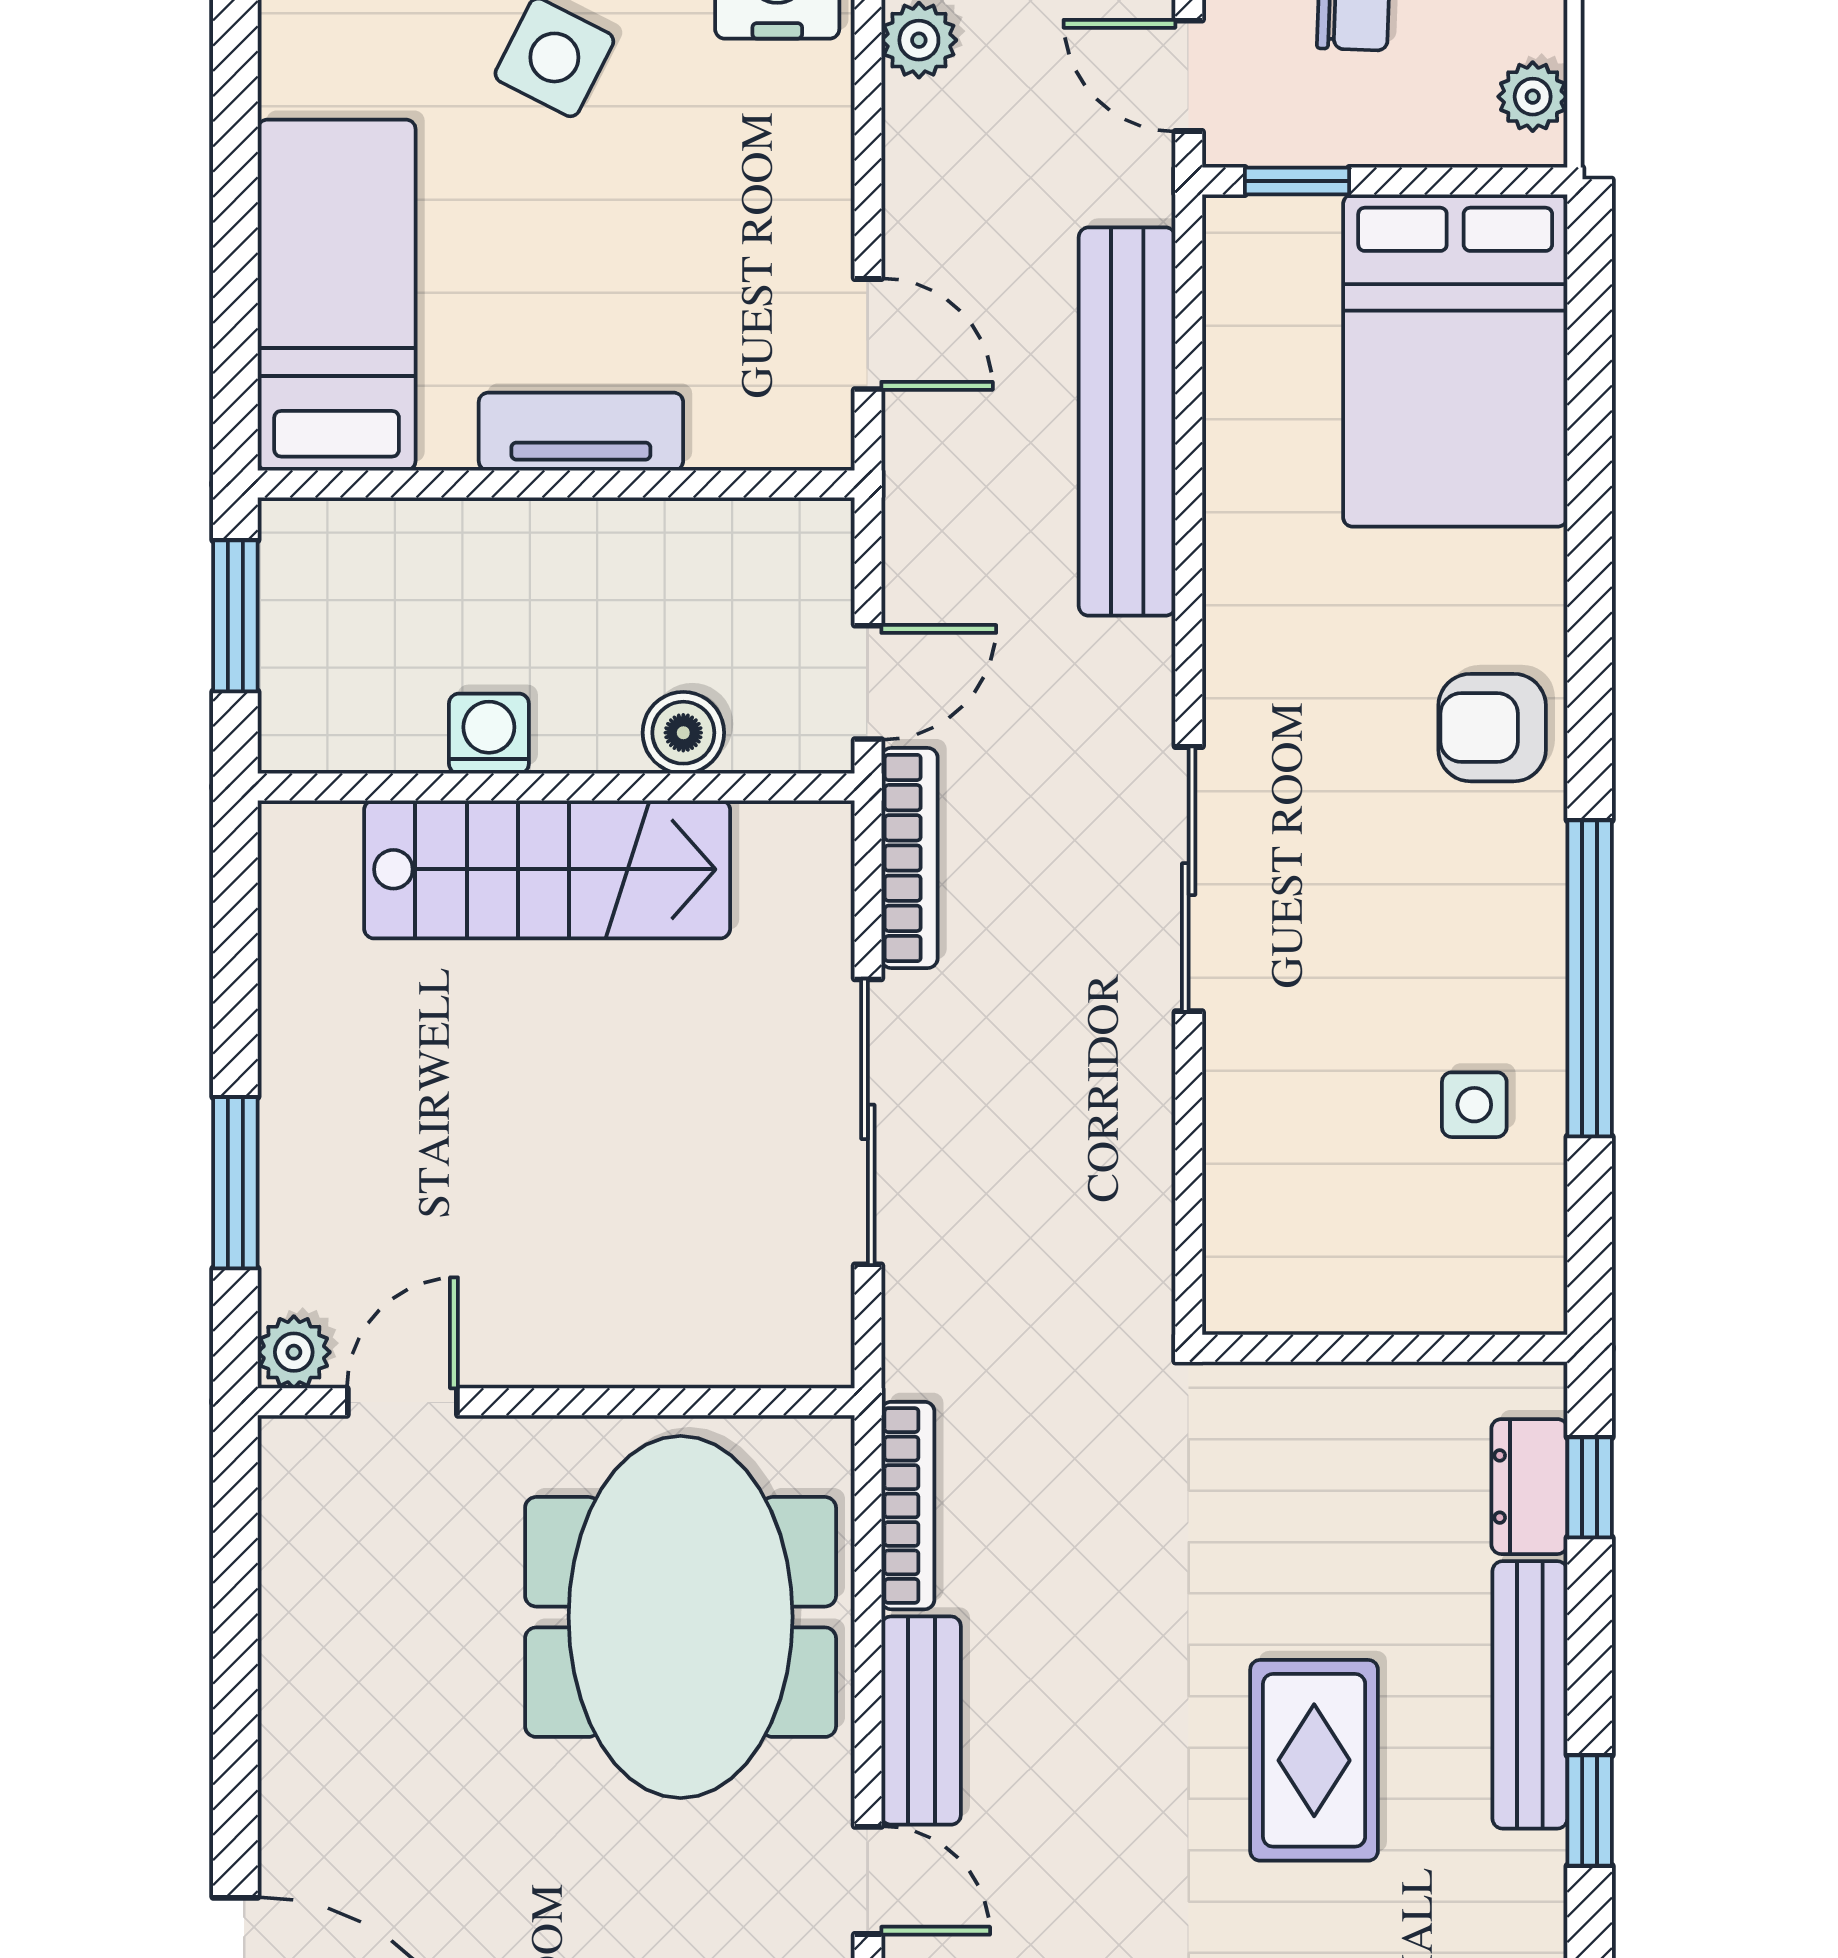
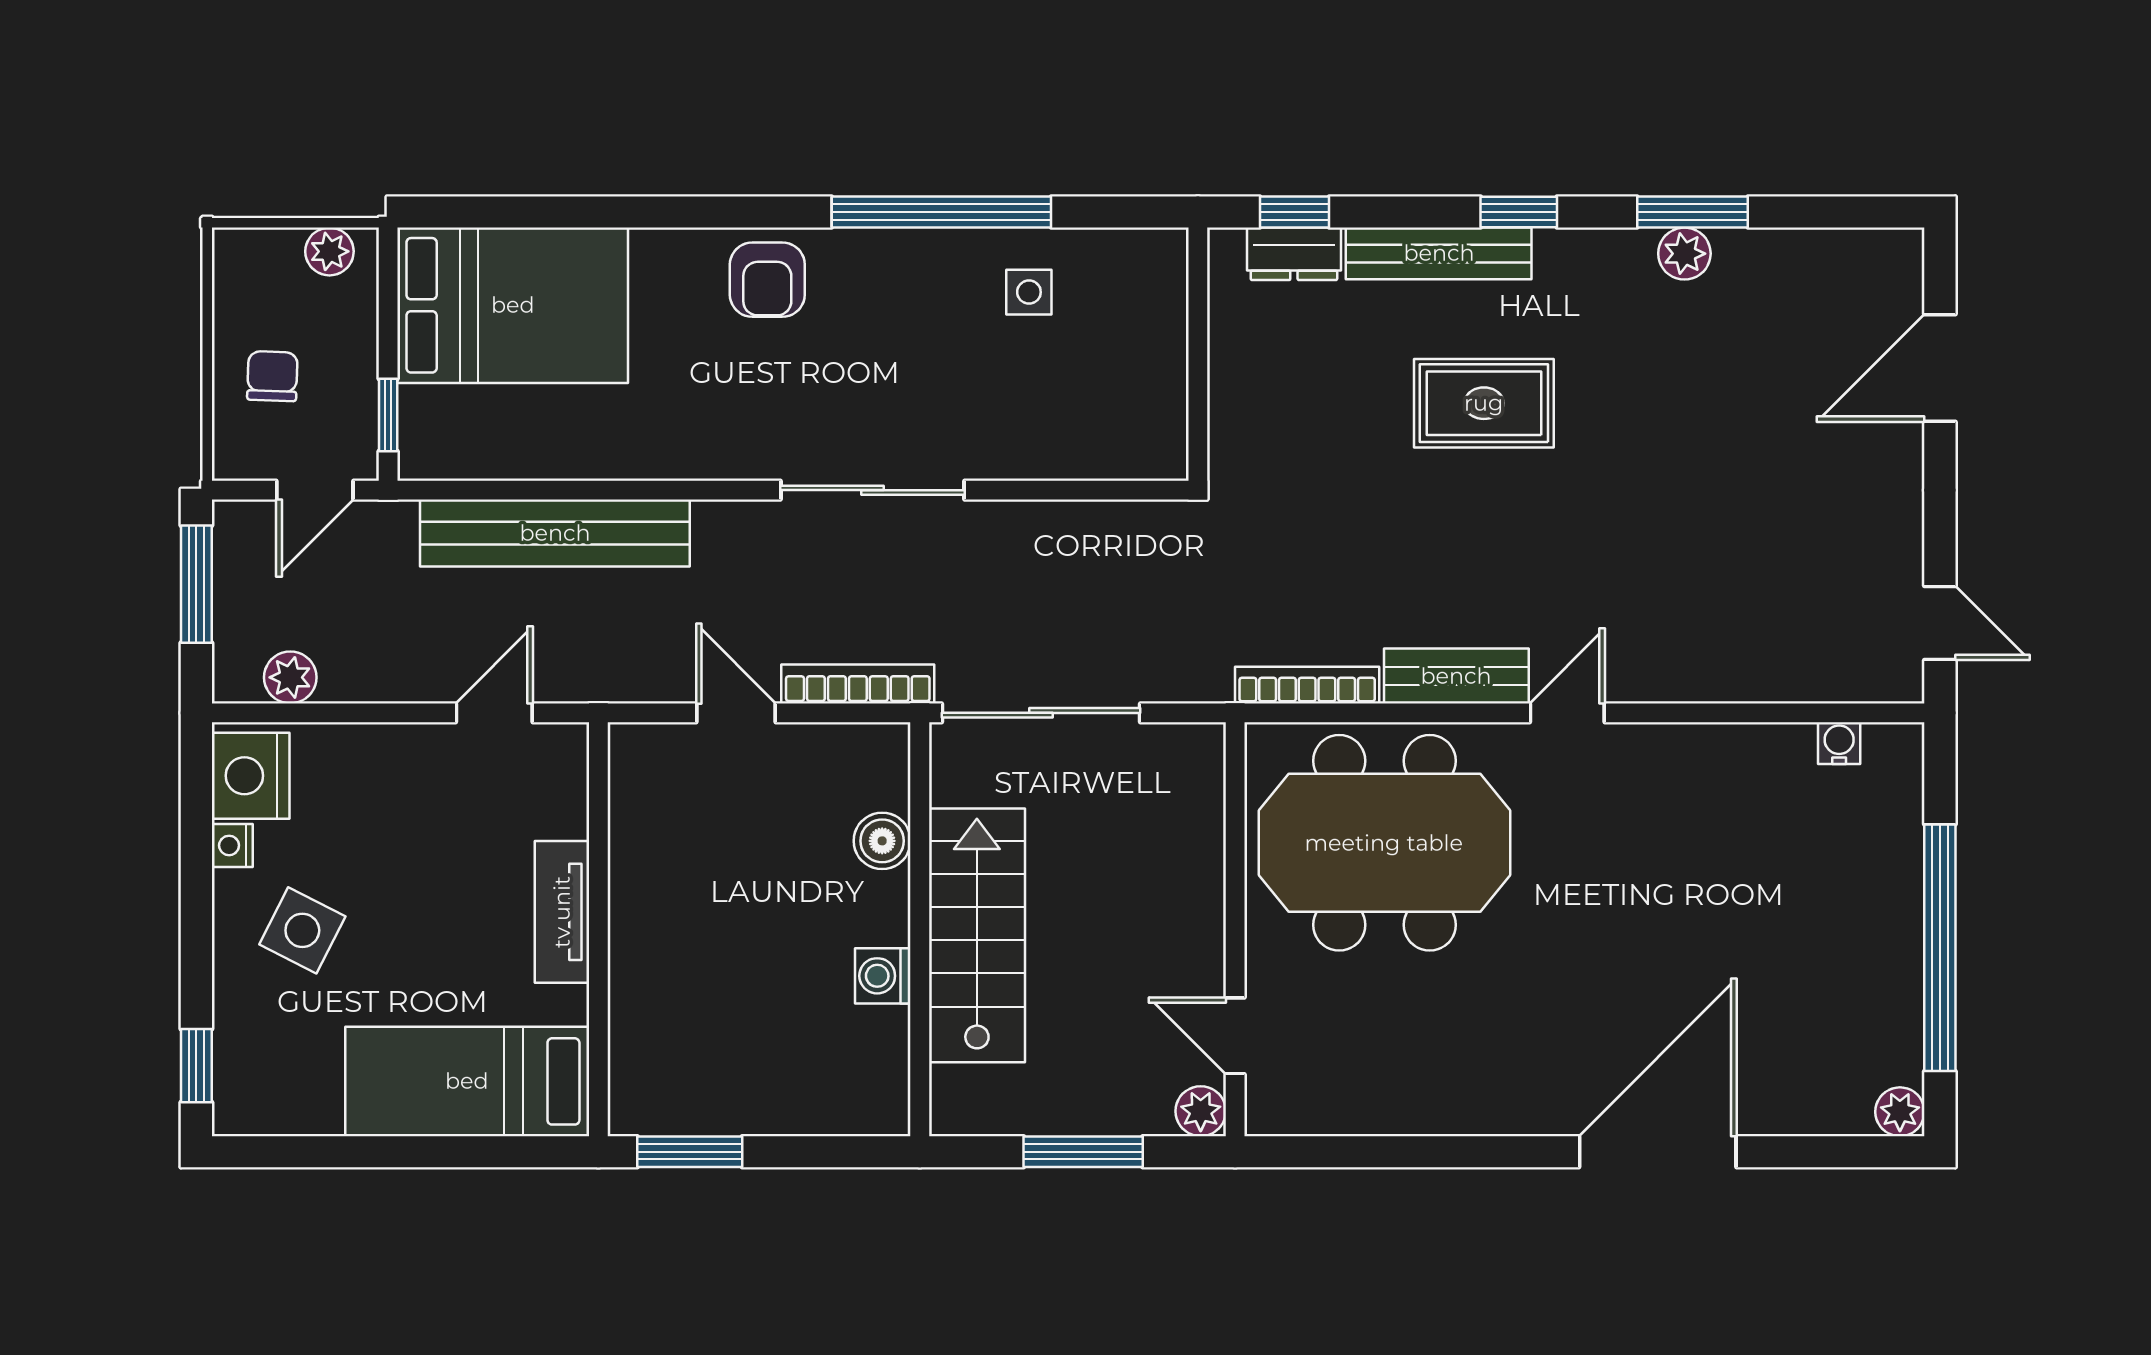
boiler: (683, 733) -> (882, 841), moved
washing machine: (489, 734) -> (883, 976), moved
wall: (556, 787) -> (920, 929), moved
stairs: (547, 869) -> (977, 935), moved

